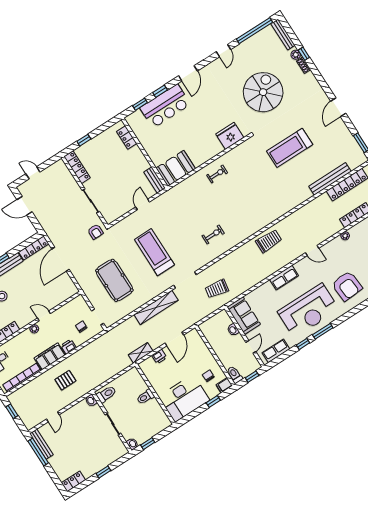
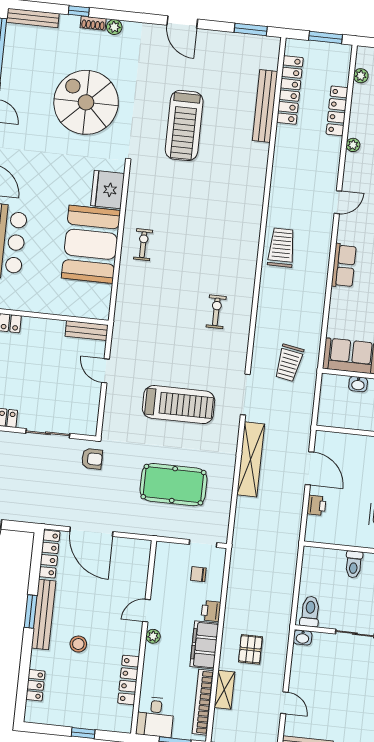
plant: (296, 55) -> (114, 27), moved
booth: (176, 168) -> (91, 244), moved, width x1.36, depth x1.42
treadmill: (154, 252) -> (179, 405), turned 180
shelving: (141, 353) -> (224, 690), moved

